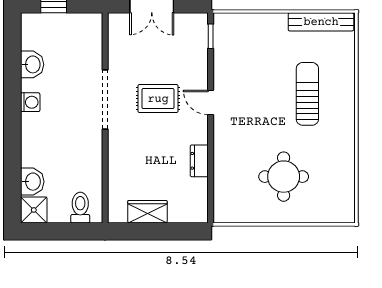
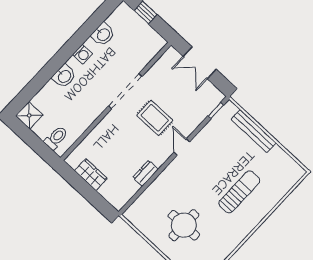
bench: (321, 22) -> (254, 131), moved
washbasin: (32, 182) -> (64, 76), moved

